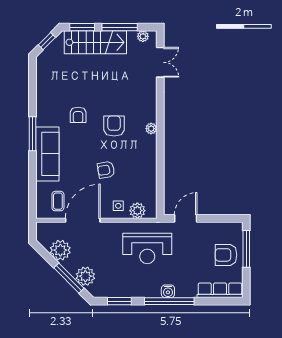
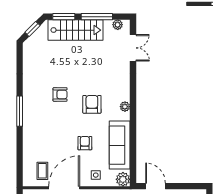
armchair: (78, 115) -> (60, 94), turned -90
sofa: (47, 154) -> (120, 145), moved, turned 180
armchair: (106, 170) -> (85, 143), turned 100
plant: (137, 211) -> (123, 179), moved
door: (186, 218) -> (156, 186), hinge flipped

